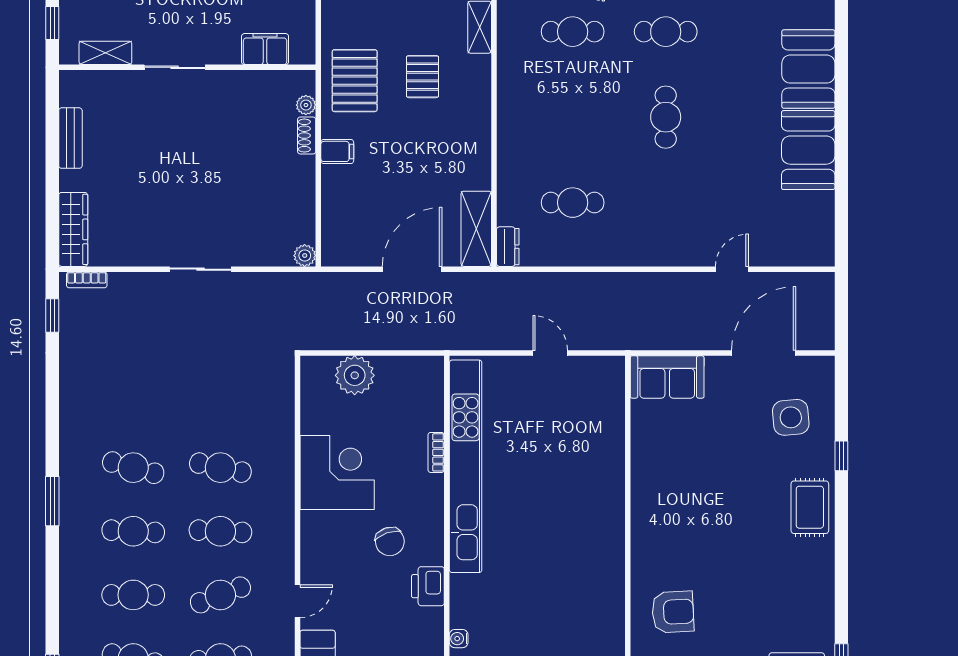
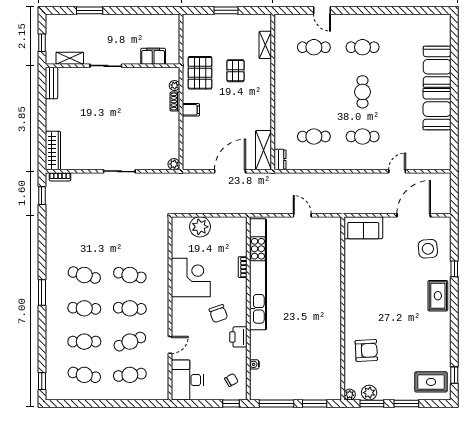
bench: (70, 138) -> (51, 83), moved
cafe table: (666, 203) -> (363, 137), added

